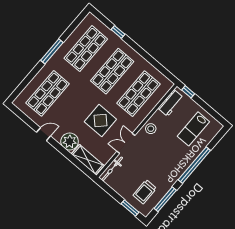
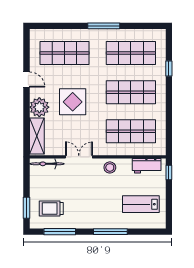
display table: (100, 120) -> (73, 102), moved
window: (194, 165) -> (110, 232), width x0.68

